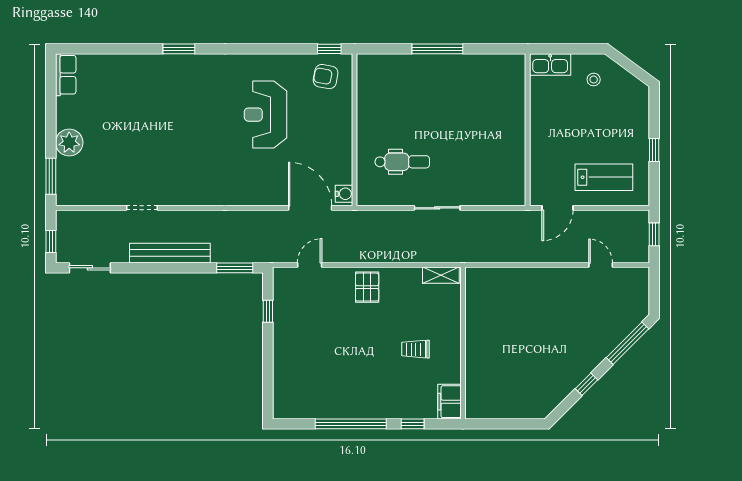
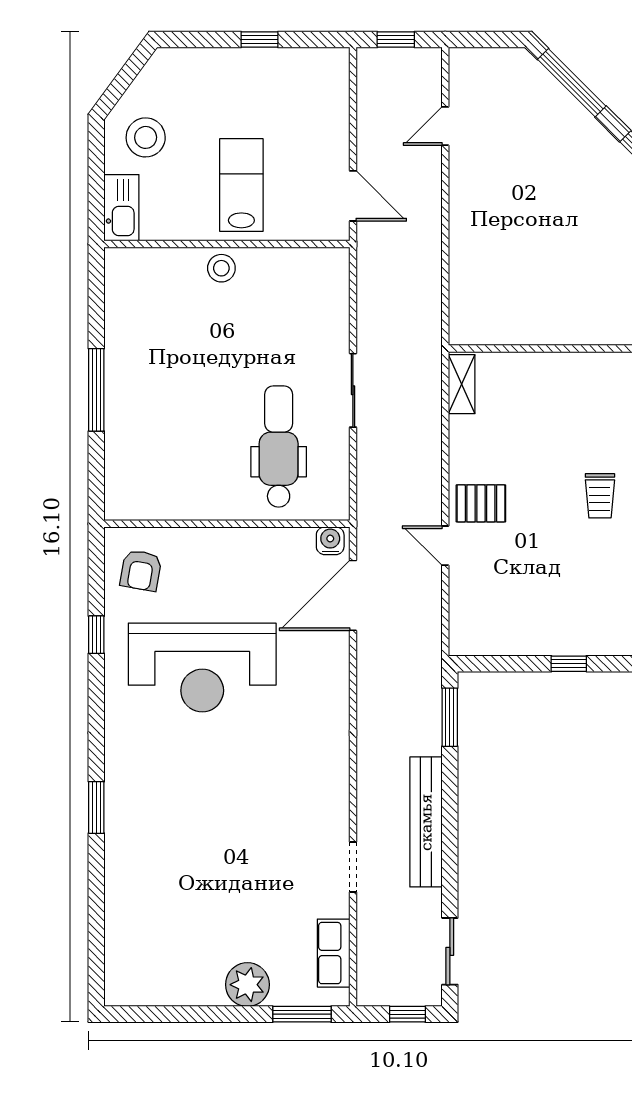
window: (329, 49) -> (96, 635), moved
row of seats: (66, 75) -> (334, 953), moved, turned -90
stool: (594, 80) -> (146, 137), width x1.89, depth x1.89
reception desk: (266, 115) -> (202, 667), width x1.36, depth x1.30
stool: (513, 126) -> (221, 268), added
dental chair: (402, 162) -> (279, 447), width x1.36, depth x1.38
lab bench: (604, 177) -> (241, 185), moved
door: (310, 265) -> (445, 546), moved
window: (268, 311) -> (569, 664), moved
trolley: (415, 349) -> (600, 496), moved

